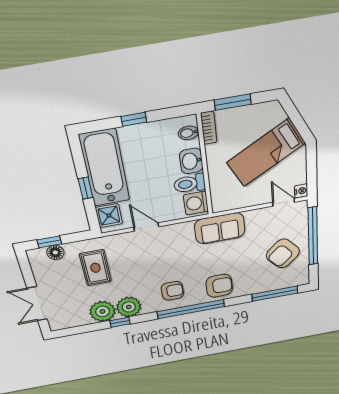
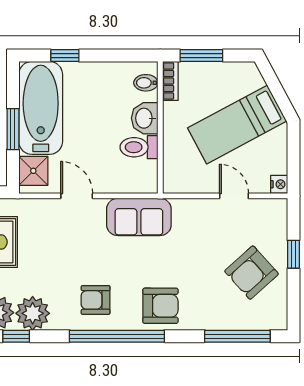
window: (134, 119) -> (65, 56), moved
window: (86, 188) -> (13, 129), width x1.50
door: (284, 202) -> (234, 196), moved
washing machine: (196, 203) -> (144, 175), removed
sofa: (220, 228) -> (139, 217), moved
window: (313, 236) -> (293, 254), width x0.32
armchair: (172, 291) -> (96, 300), turned 180

